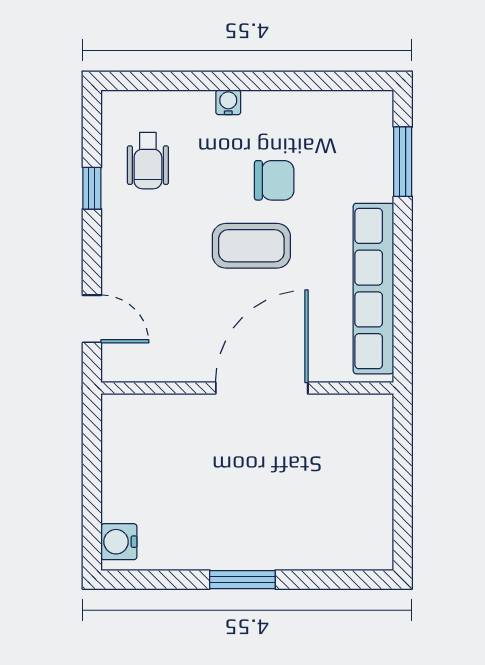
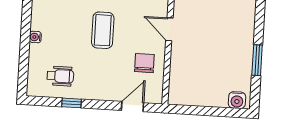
chair: (274, 180) -> (144, 63), moved
door: (262, 388) -> (169, 29), width x0.53
window: (242, 580) -> (257, 60), moved

